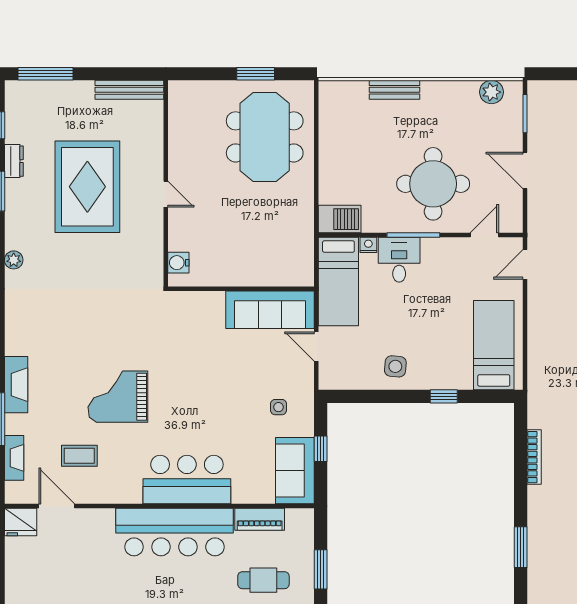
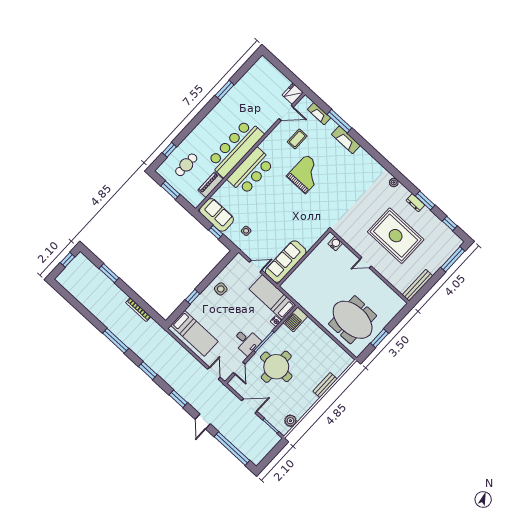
dresser: (14, 161) -> (415, 203), moved
desk: (399, 260) -> (247, 341), moved

